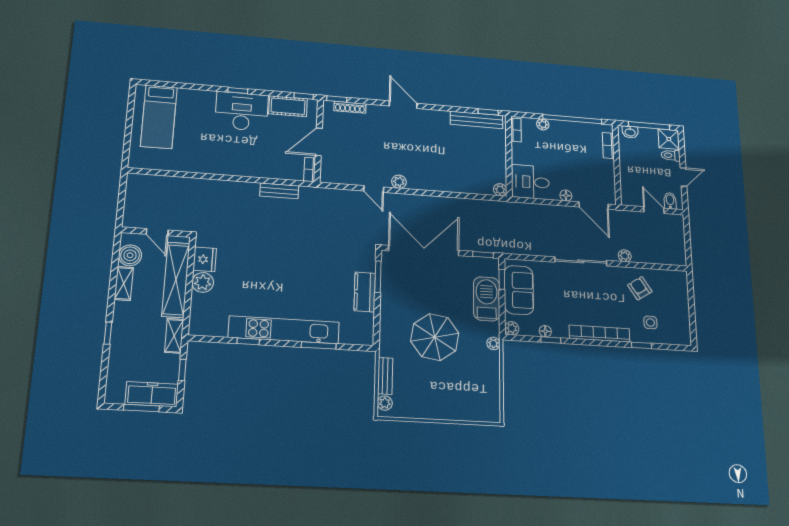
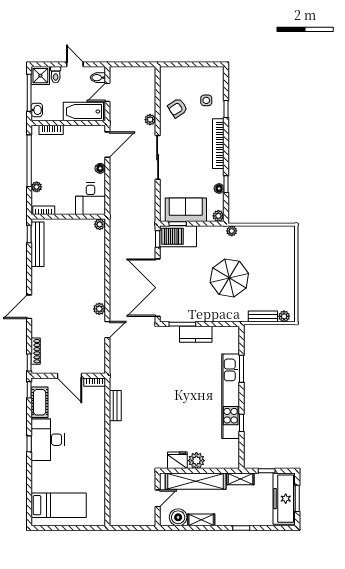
bathtub: (631, 182) -> (83, 111), added
barbecue: (487, 299) -> (178, 236), moved
freezer: (152, 394) -> (284, 499), width x1.36, depth x1.26

